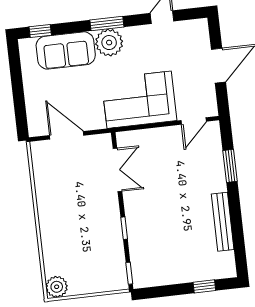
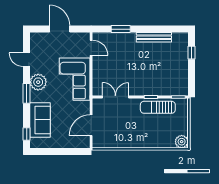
plant: (109, 43) -> (38, 82), moved
sun lounger: (109, 241) -> (158, 107), added

